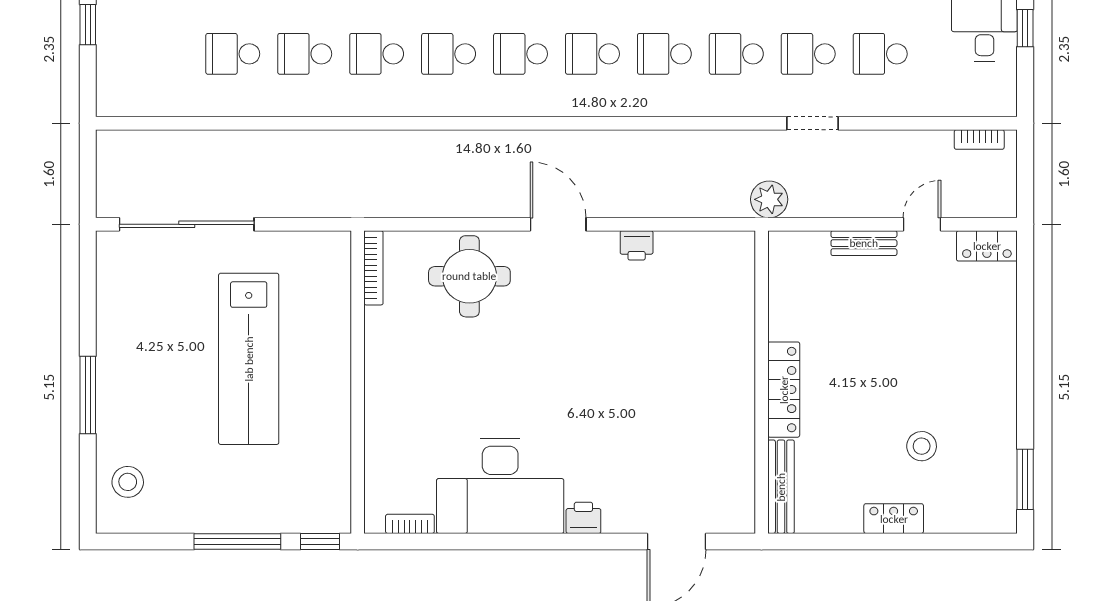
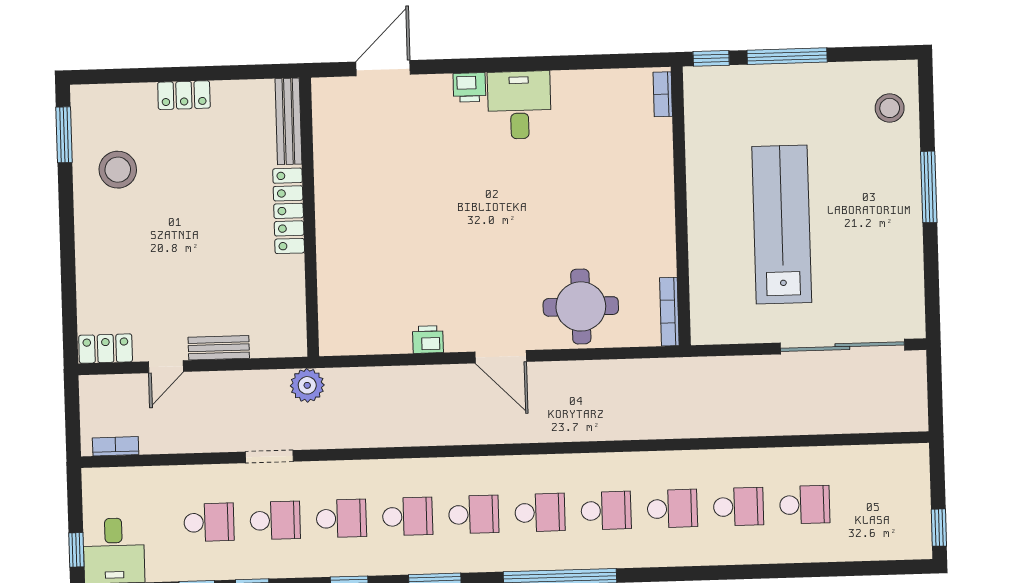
stool: (922, 446) -> (118, 170), moved, width x1.38, depth x1.38
desk: (500, 486) -> (519, 105), width x0.53, depth x0.77
bookcase: (410, 524) -> (663, 94), moved, turned 90

